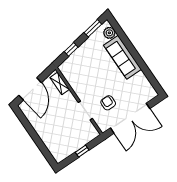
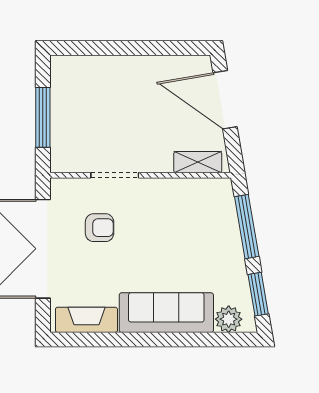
window: (71, 49) -> (247, 227), width x2.17
fireplace: (145, 85) -> (86, 320), added
window: (82, 151) -> (43, 117), width x2.17

